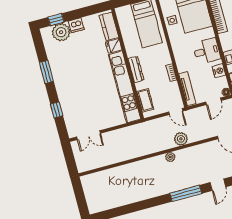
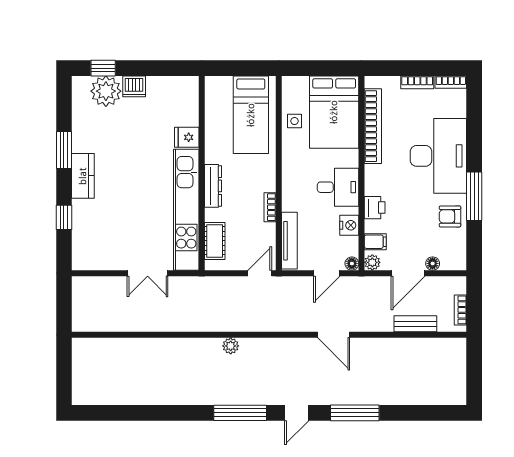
kitchen counter: (109, 26) -> (83, 176), moved, turned 180
door: (176, 112) -> (260, 273), swing flipped
double door: (88, 135) -> (148, 273), moved
plant: (181, 139) -> (256, 321), removed

